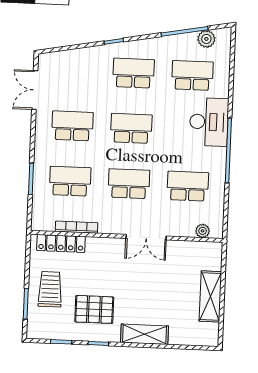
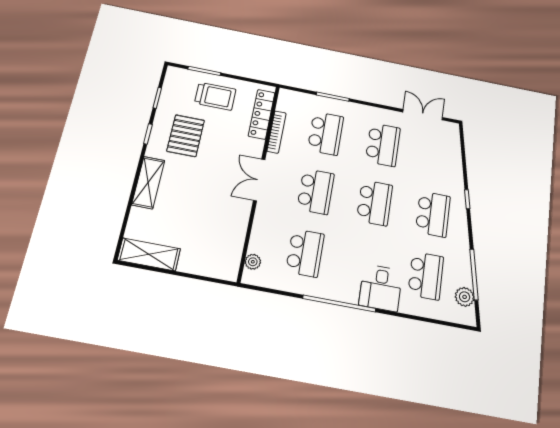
desk: (209, 122) -> (381, 288), width x0.73
double door: (146, 237) -> (259, 180), moved
shelving: (210, 296) -> (149, 254), moved

